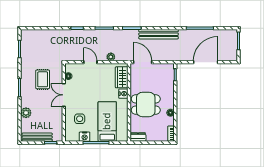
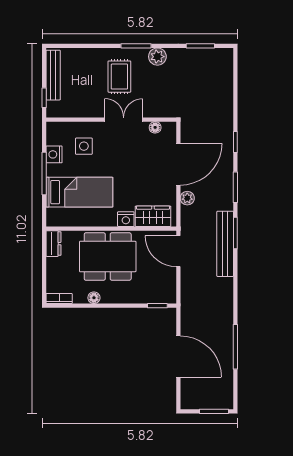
bench: (159, 34) -> (225, 244), moved
door: (90, 62) -> (178, 164), width x1.88
door: (143, 62) -> (178, 251), swing flipped
rug: (43, 79) -> (119, 77), moved, turned 90
dining table: (146, 104) -> (108, 257), width x1.38
plant: (26, 113) -> (157, 57), moved

